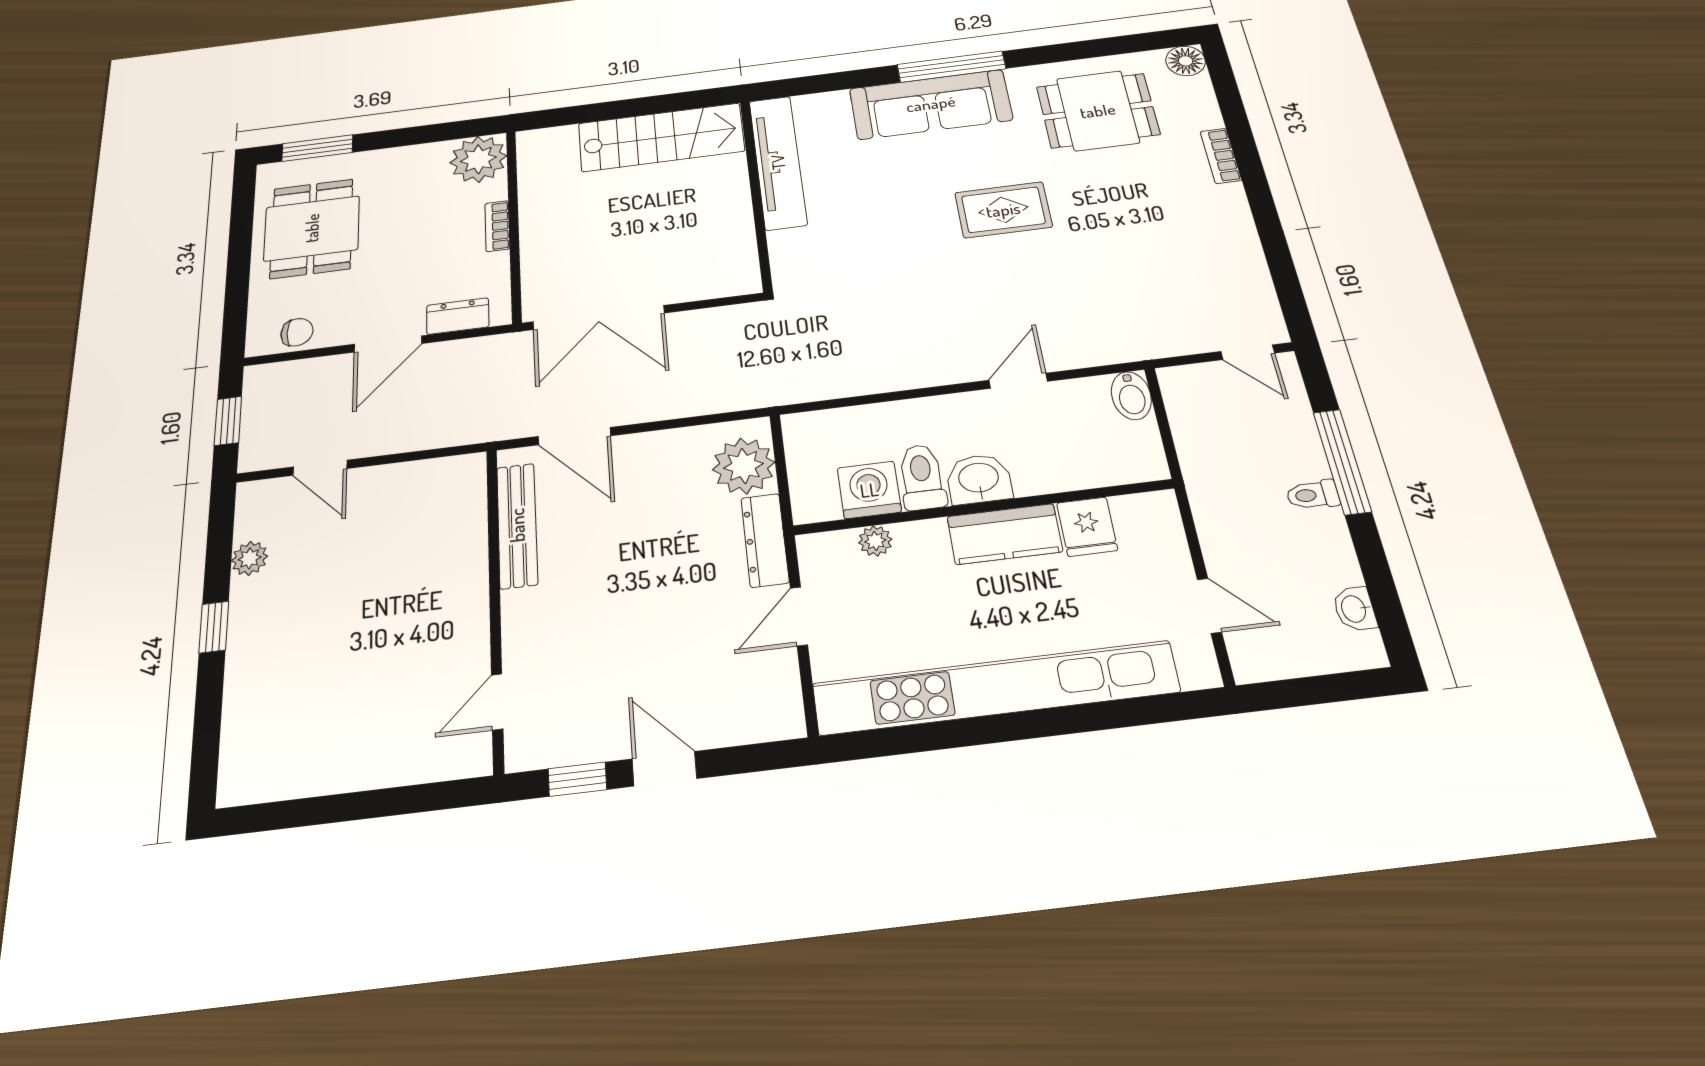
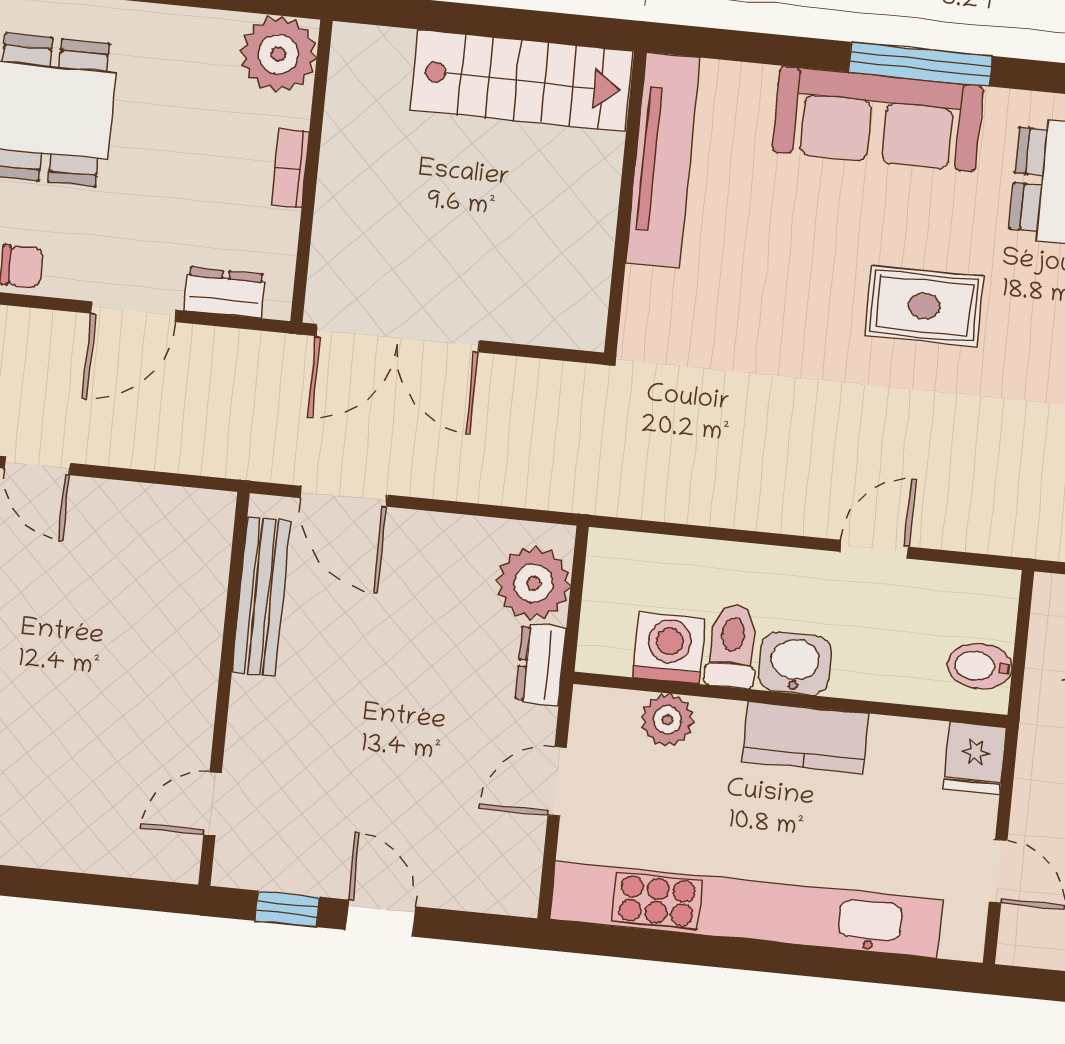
bidet: (1131, 396) -> (980, 666), moved, turned 90
fridge: (1087, 527) -> (975, 758), moved
dresser: (765, 540) -> (541, 665), width x0.70
plant: (875, 541) -> (668, 720), width x1.38, depth x1.38

